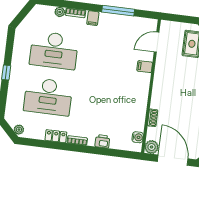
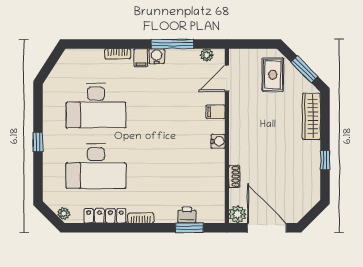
plant: (60, 12) -> (207, 55), moved
water cooler: (105, 18) -> (157, 56), added
locker: (56, 136) -> (105, 216), width x1.53
water cooler: (138, 137) -> (218, 141), moved
printer: (102, 141) -> (187, 215), moved
window: (113, 153) -> (189, 228), added

